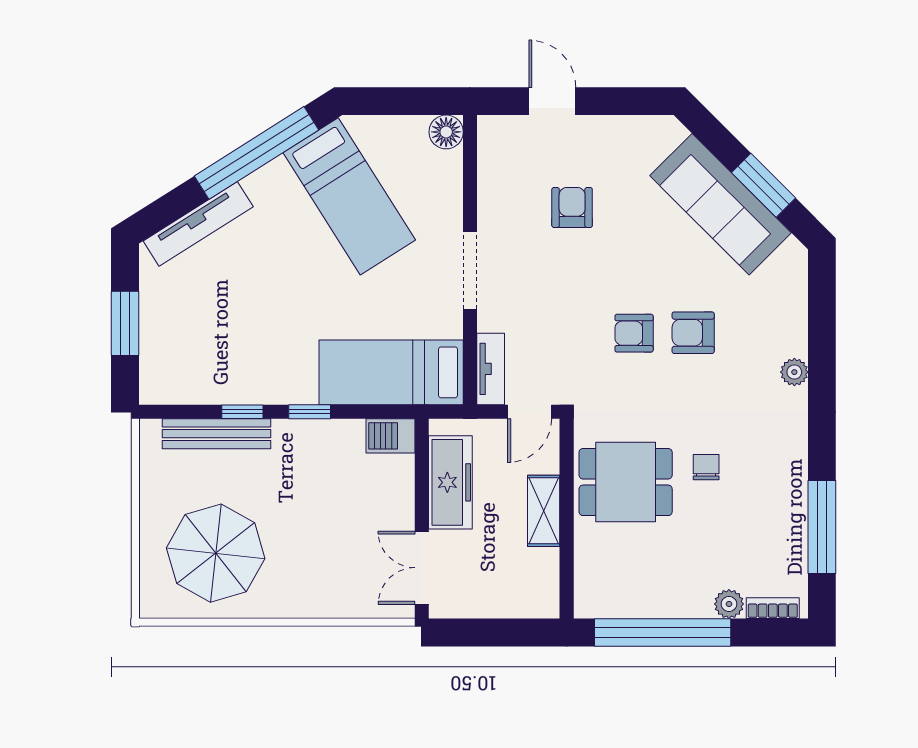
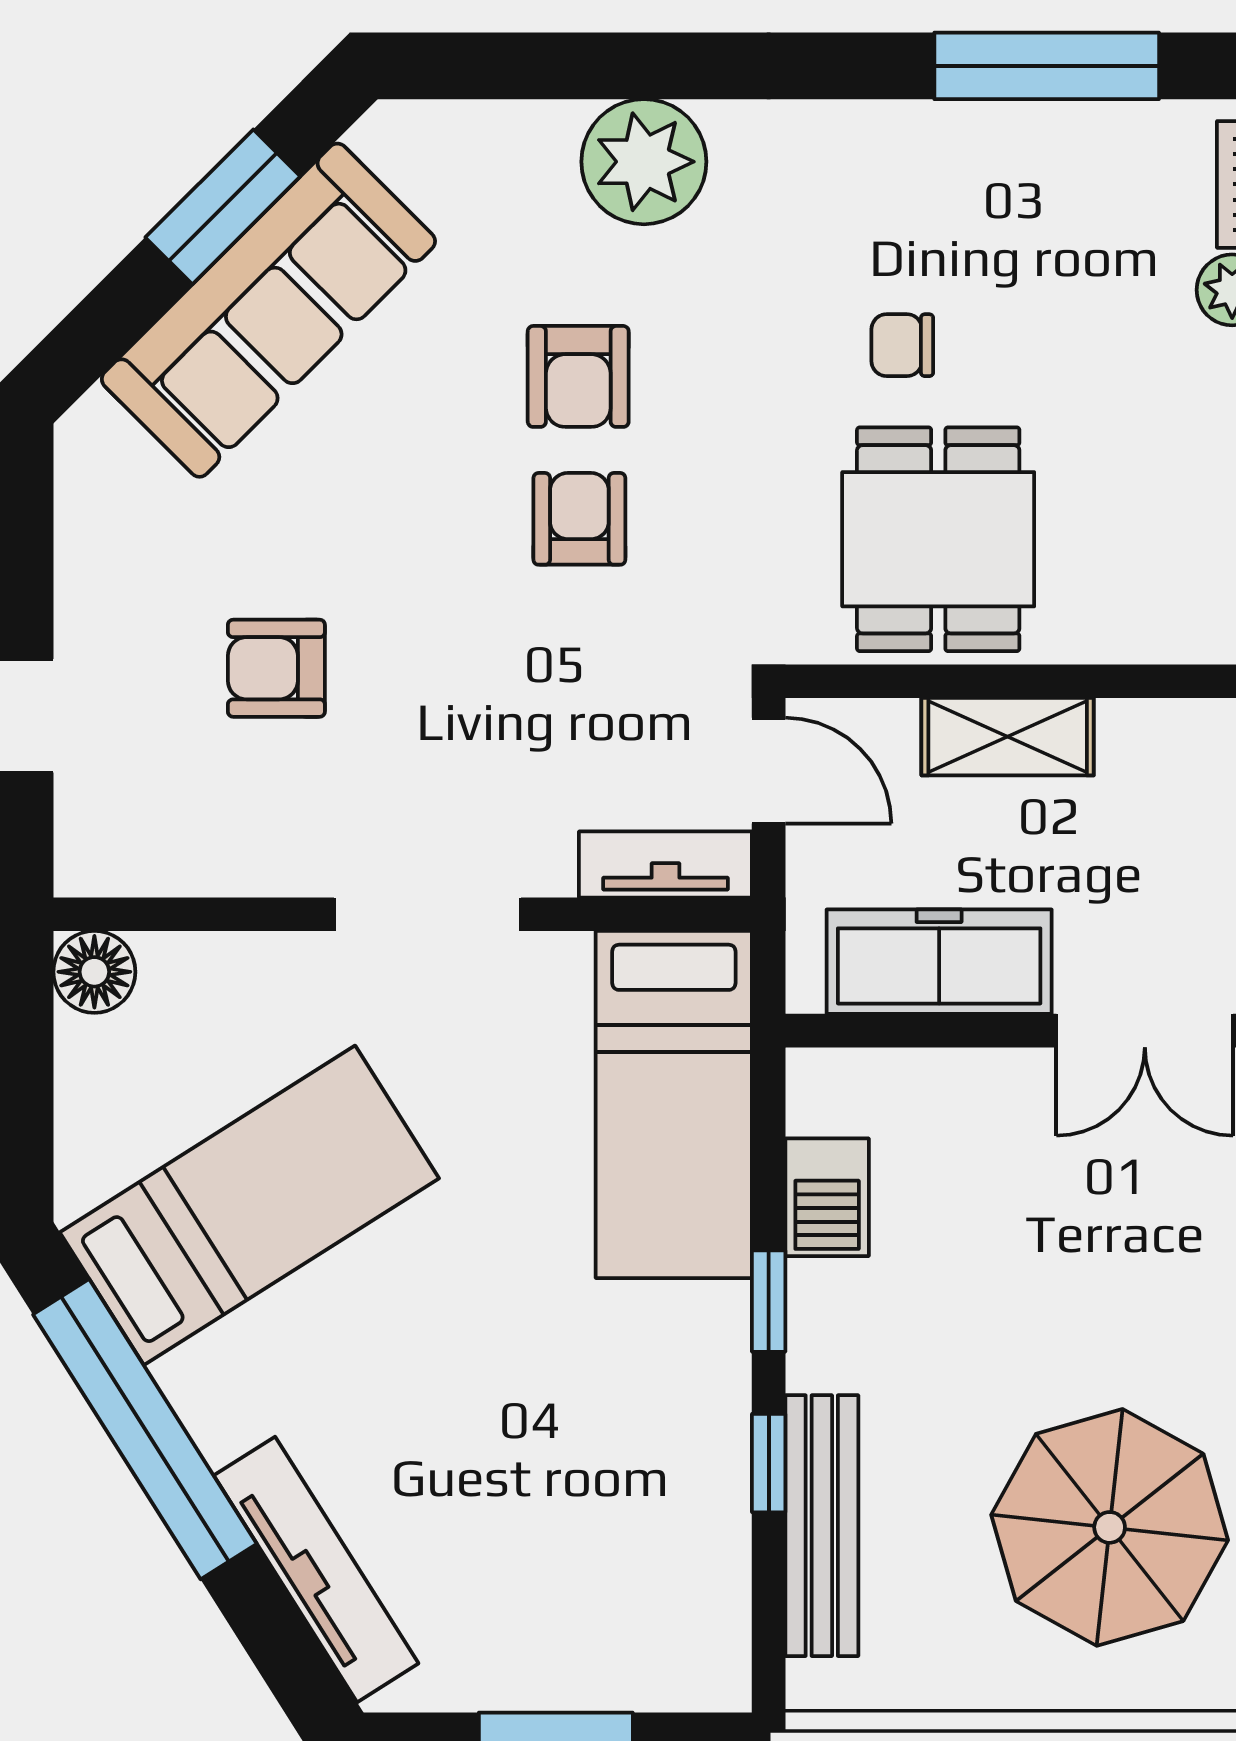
armchair: (634, 333) -> (579, 519), turned 180
plant: (794, 372) -> (644, 162), width x1.88, depth x1.88
barbecue: (390, 436) -> (827, 1197), moved

